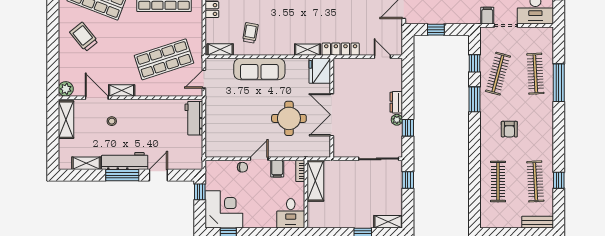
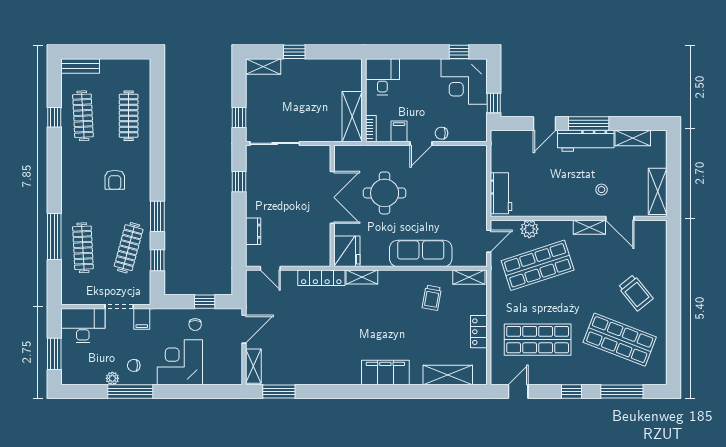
chair: (444, 11) -> (195, 325), added
plant: (66, 89) -> (529, 229), moved
dresser: (396, 102) -> (253, 231), moved
plant: (397, 120) -> (252, 191), removed
armchair: (509, 129) -> (115, 180), turned 180

